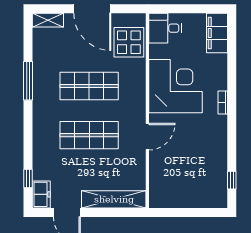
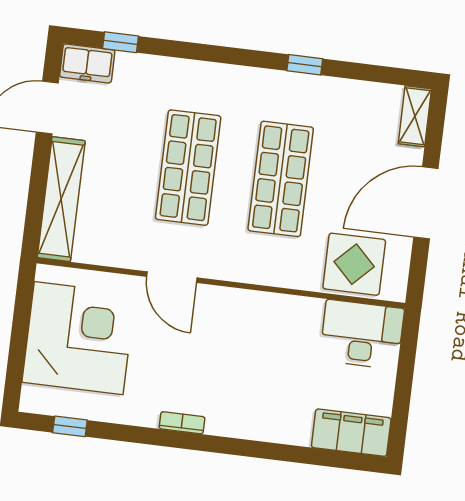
desk: (165, 28) -> (362, 334), width x1.37
window: (28, 81) -> (305, 65), width x0.46
corner desk: (175, 86) -> (79, 338), moved, turned -90
bookcase: (223, 103) -> (182, 423), moved

